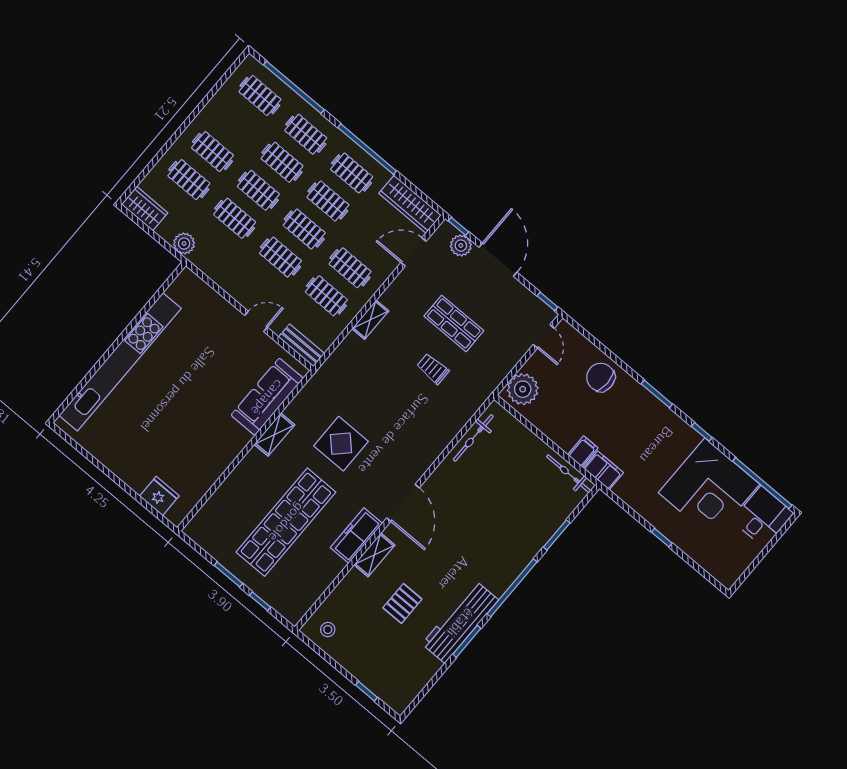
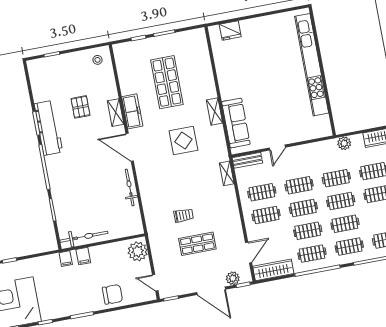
shelving: (370, 320) -> (227, 173), moved
bicycle: (473, 438) -> (130, 187), moved
filing cabinet: (603, 470) -> (66, 259), width x0.50
bicycle: (569, 474) -> (84, 237), width x1.37, depth x1.40
shop shelf: (286, 522) -> (167, 82), width x0.71

